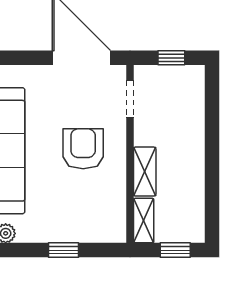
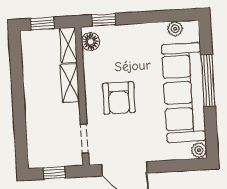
floor lamp: (115, 223) -> (91, 42), added
window: (64, 250) -> (104, 20), moved

